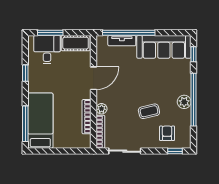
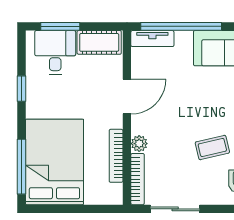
tv unit: (122, 41) -> (152, 39), moved
bed: (40, 121) -> (54, 162), width x1.50

